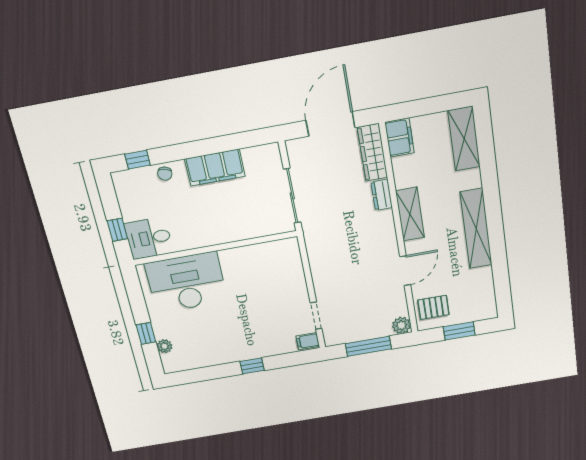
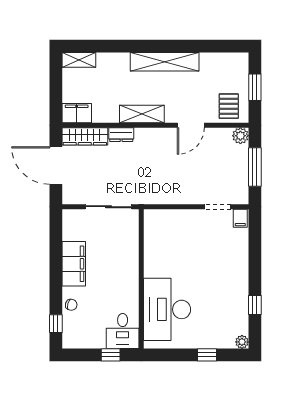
shelving: (464, 139) -> (79, 60), width x0.67, depth x0.75
door: (405, 271) -> (191, 125), swing flipped
plant: (165, 346) -> (242, 342), moved
window: (252, 366) -> (255, 305), moved

